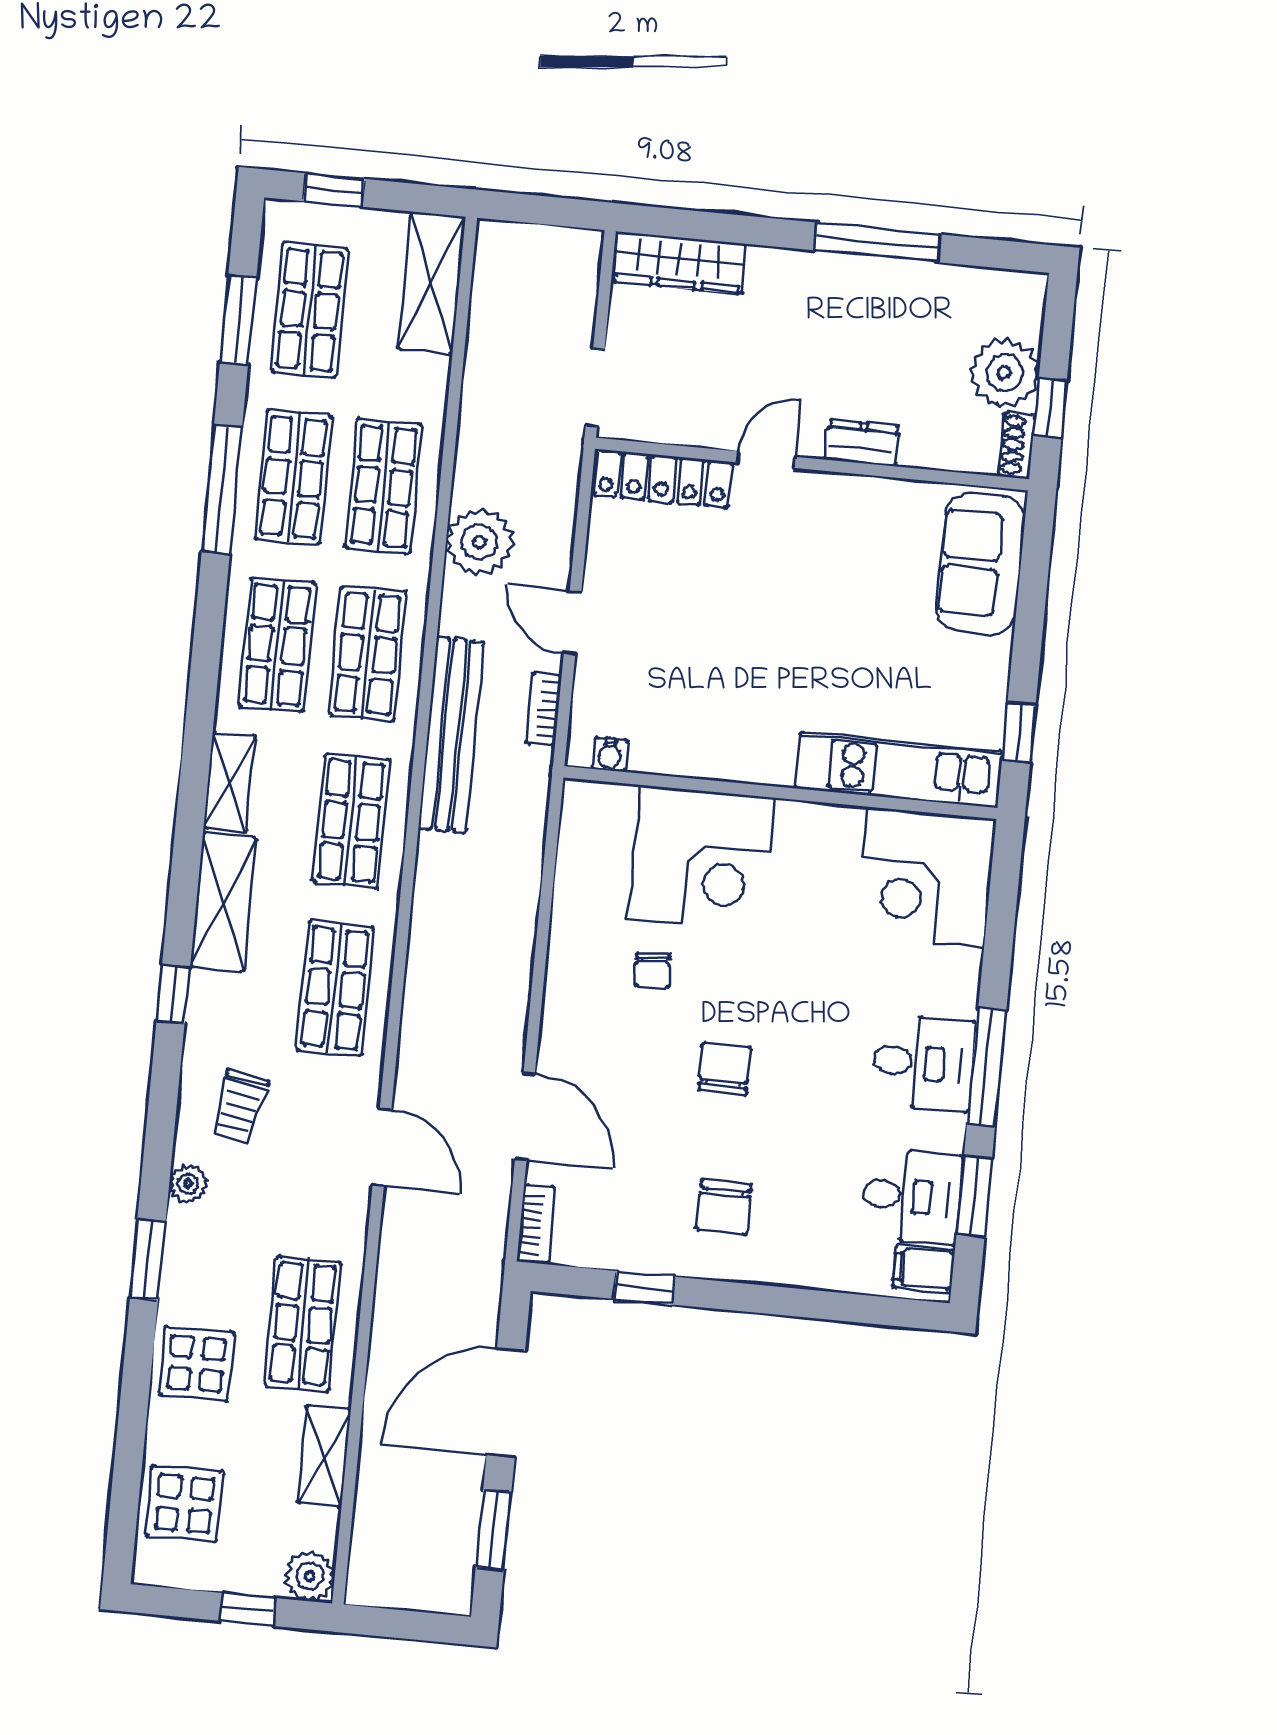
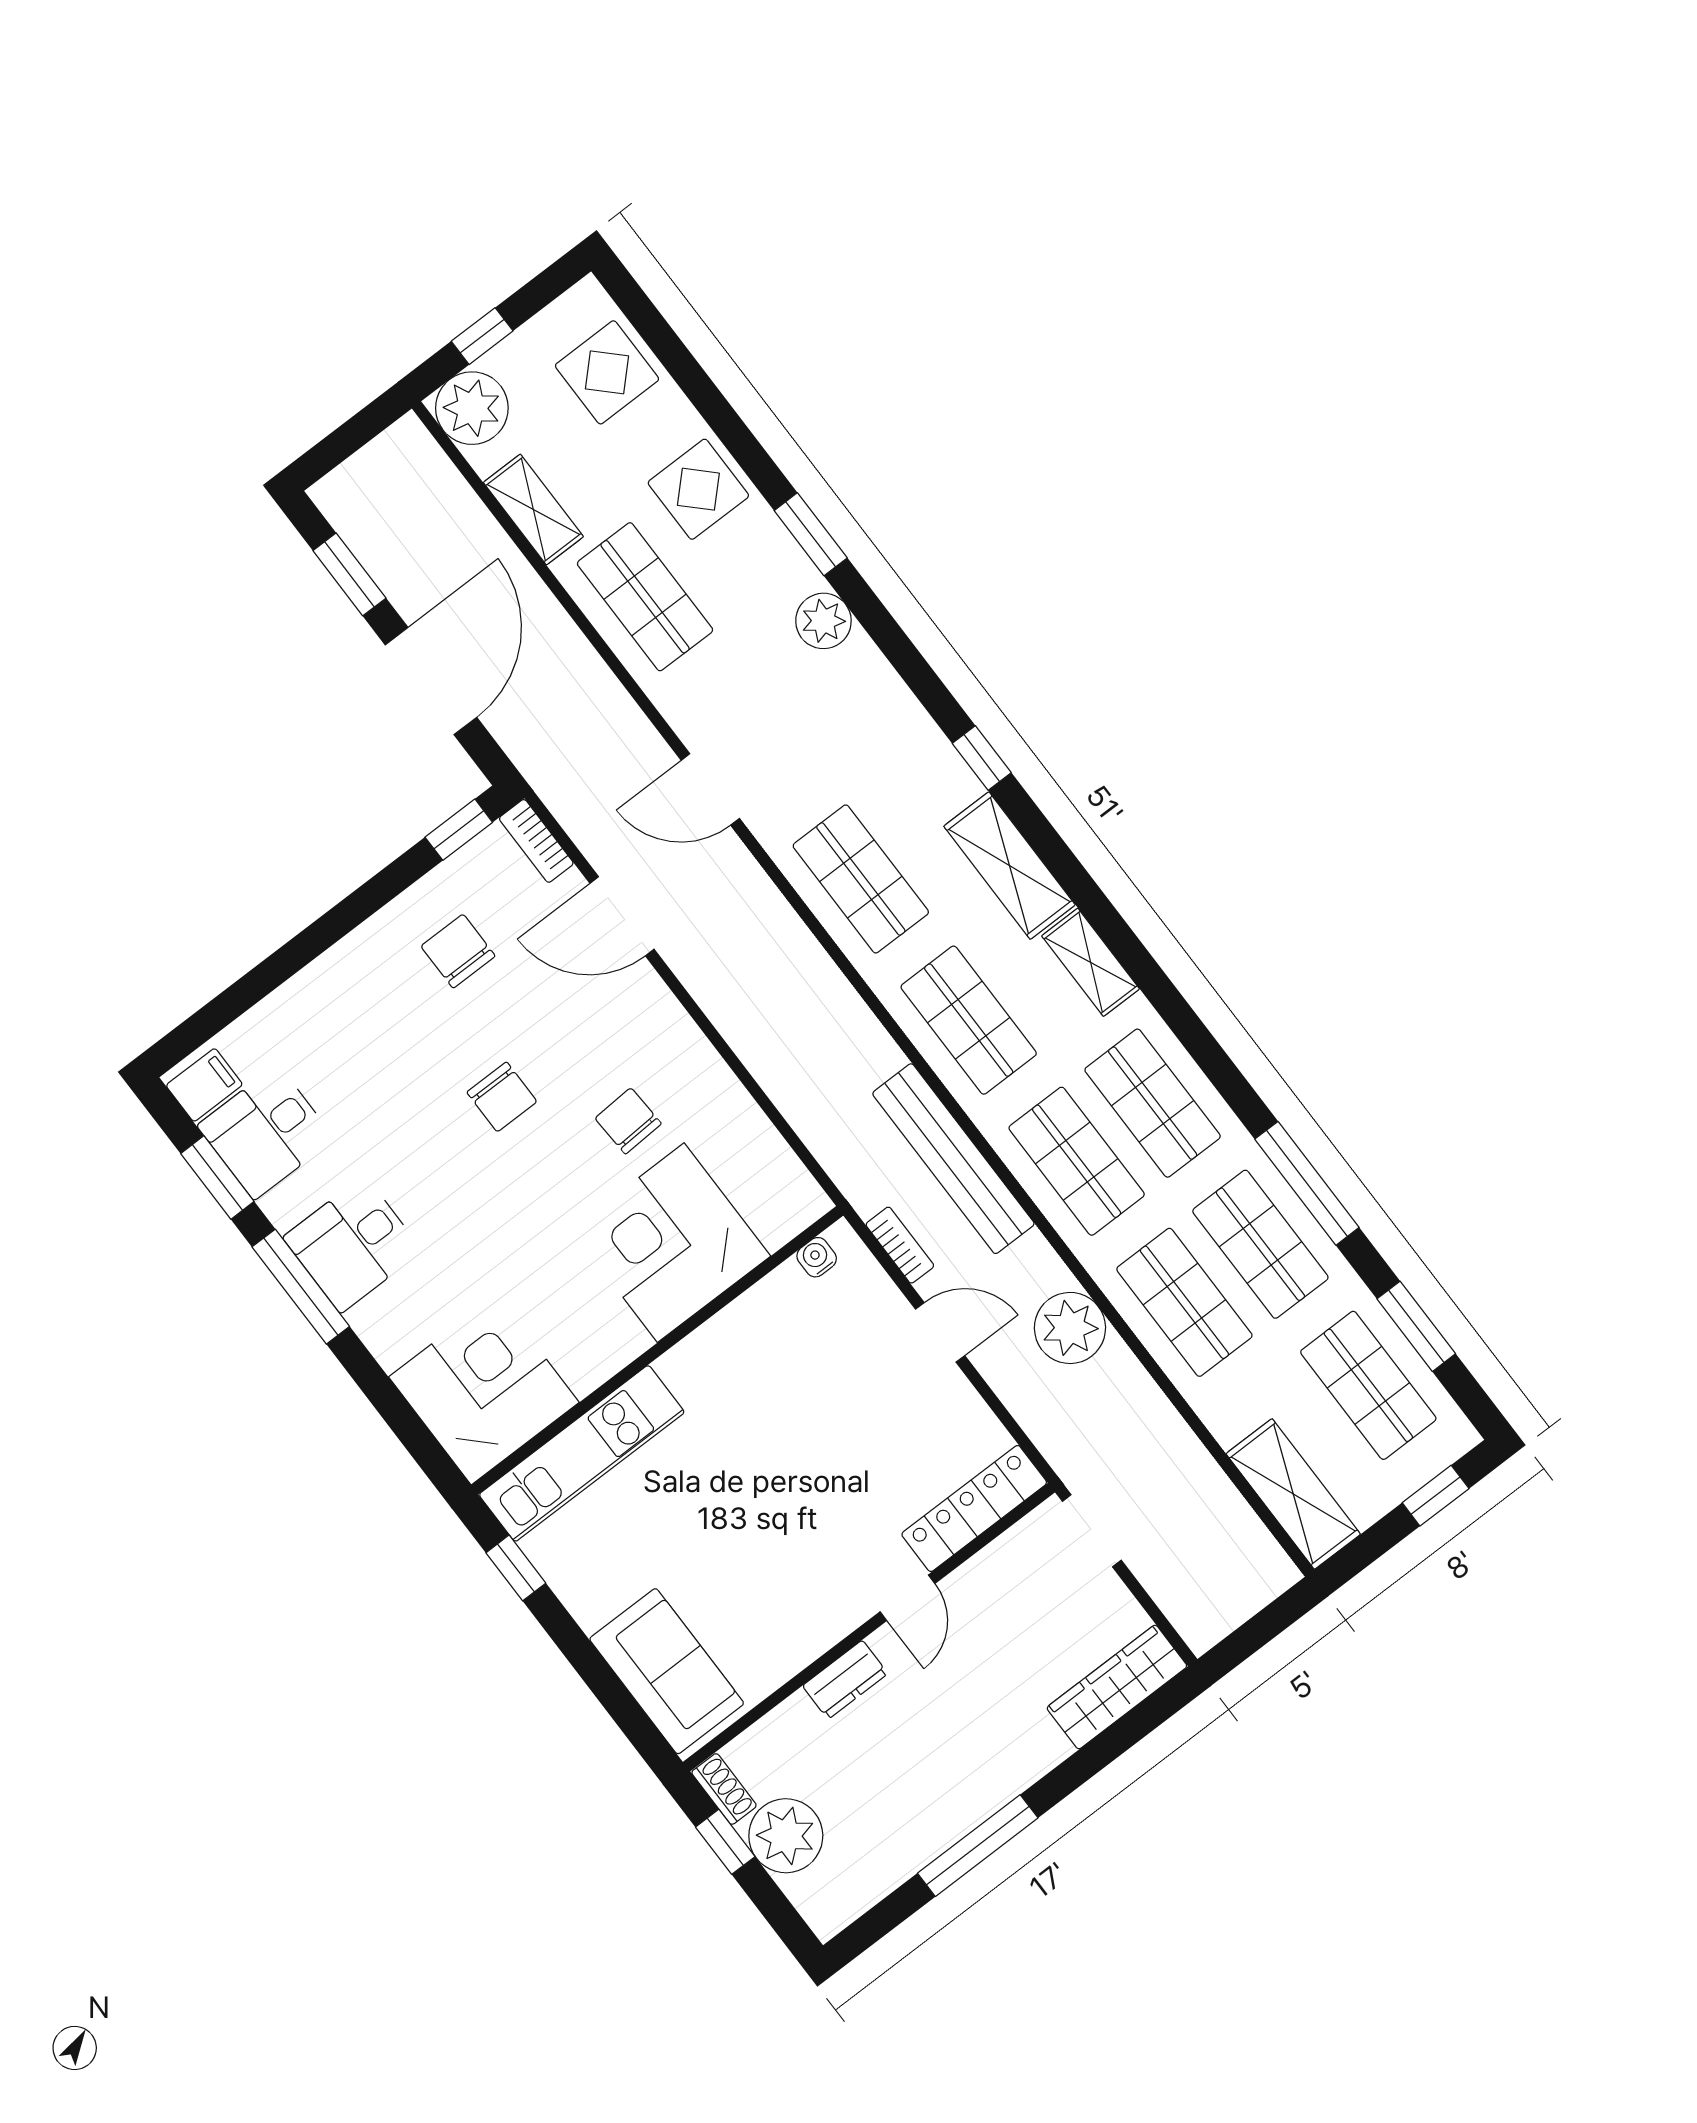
chair: (653, 971) -> (628, 1121), width x1.37, depth x1.37
trolley: (240, 1107) -> (849, 719), removed
plant: (188, 1184) -> (823, 621), width x1.38, depth x1.38
chair: (724, 1207) -> (458, 951), moved
window: (645, 1288) -> (459, 830), moved
plant: (310, 1576) -> (472, 408), width x1.36, depth x1.36

